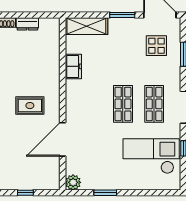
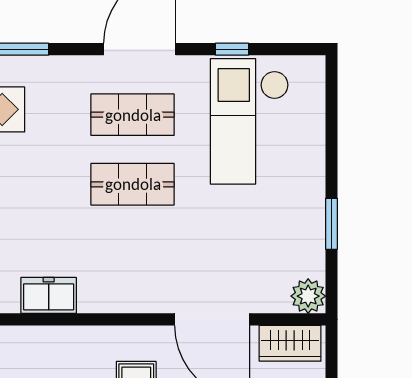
wardrobe: (52, 174) -> (290, 343), added

